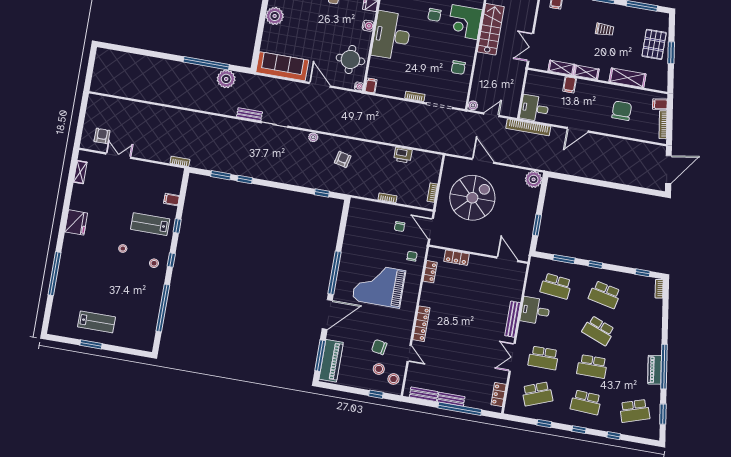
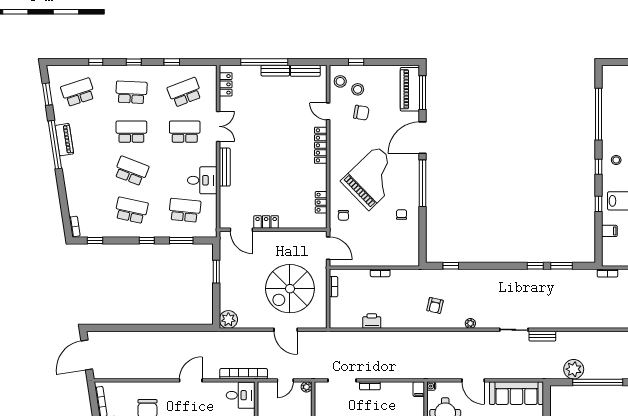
chair: (400, 227) -> (402, 214), moved
locker: (456, 258) -> (266, 222), moved
grand piano: (379, 285) -> (373, 178), turned -44

